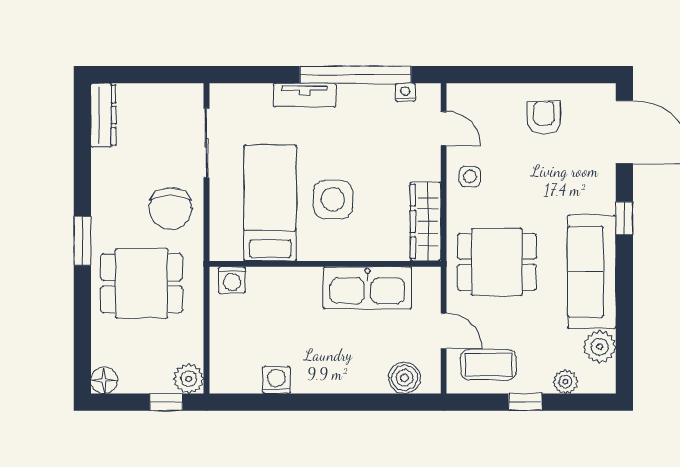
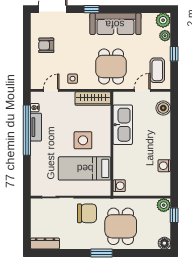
tv unit: (305, 95) -> (36, 127), moved
plant: (600, 347) -> (163, 20), moved

